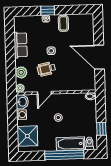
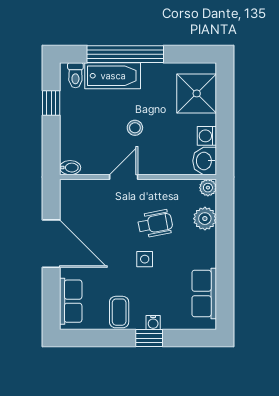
row of seats: (88, 28) -> (71, 301), added
row of seats: (21, 45) -> (204, 293), moved
door: (44, 93) -> (124, 177), moved

